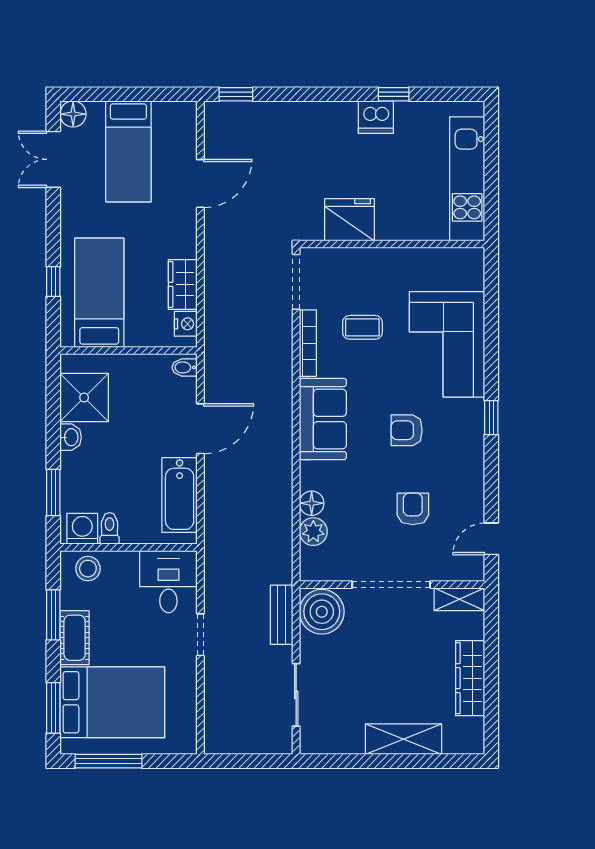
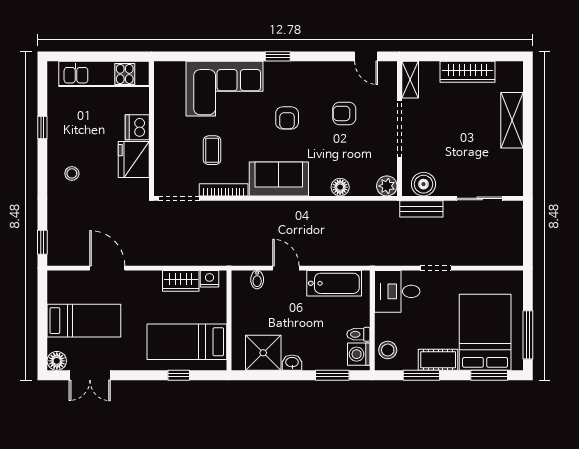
dishwasher: (376, 117) -> (137, 127), moved, turned 180
stool: (330, 135) -> (72, 173), added
bidet: (185, 367) -> (257, 280), moved
door: (200, 429) -> (286, 268), width x0.73
plant: (313, 532) -> (387, 186), moved
boiler: (322, 612) -> (423, 184), width x0.73, depth x0.73

